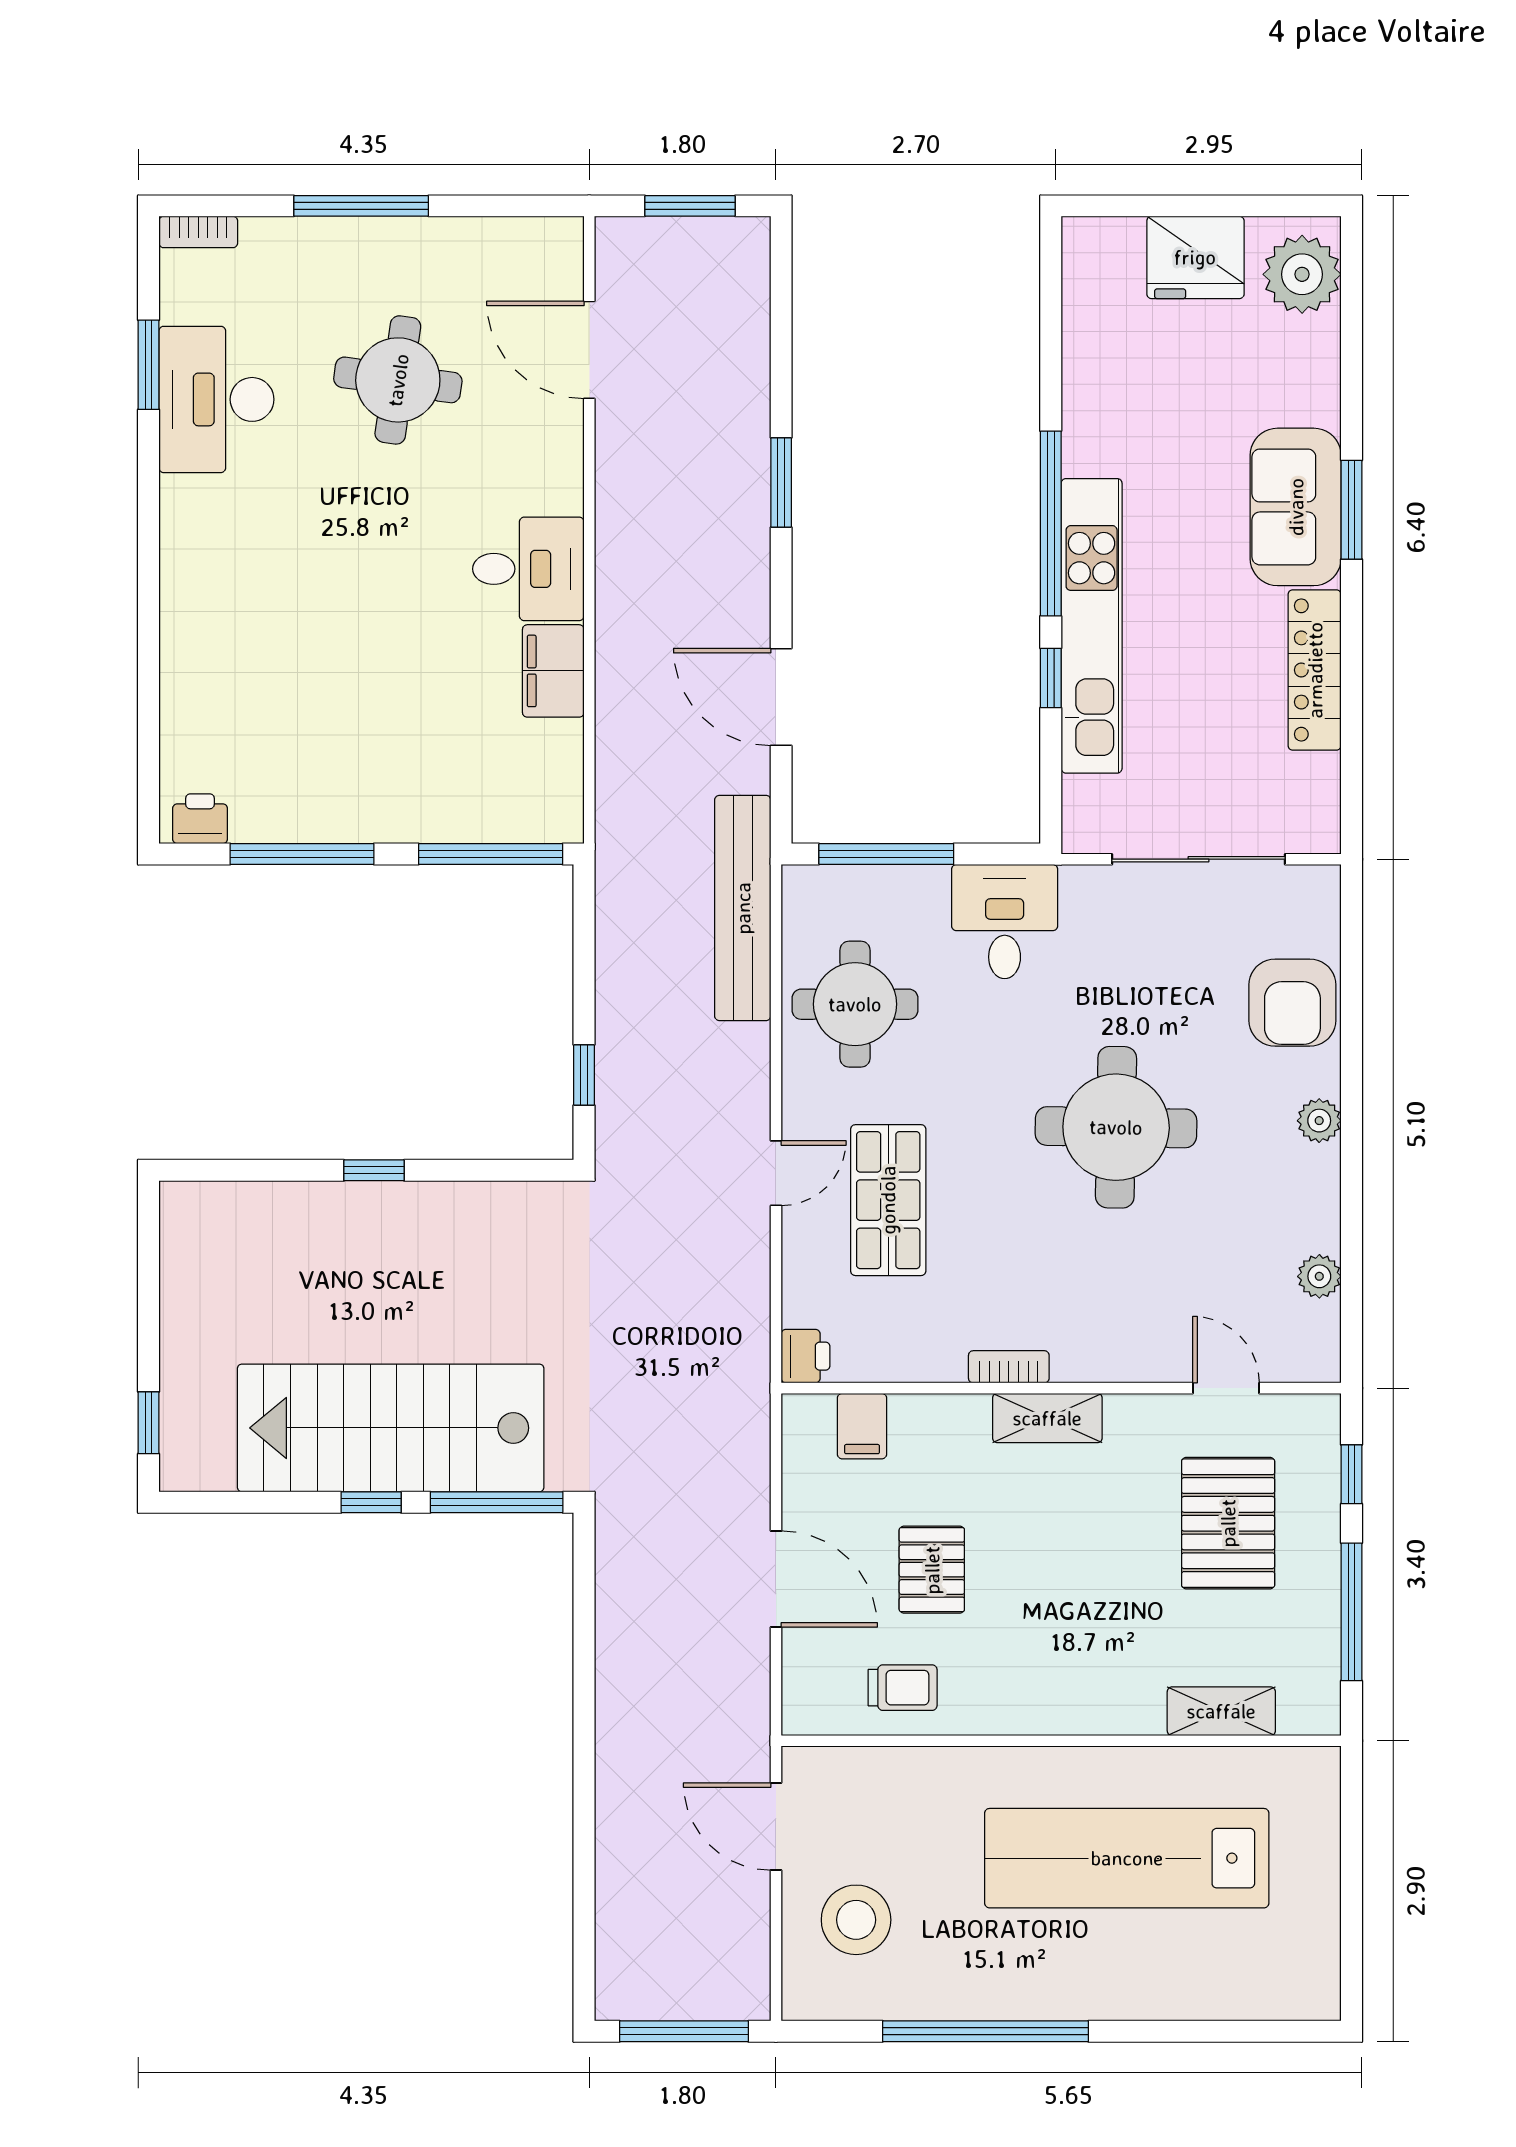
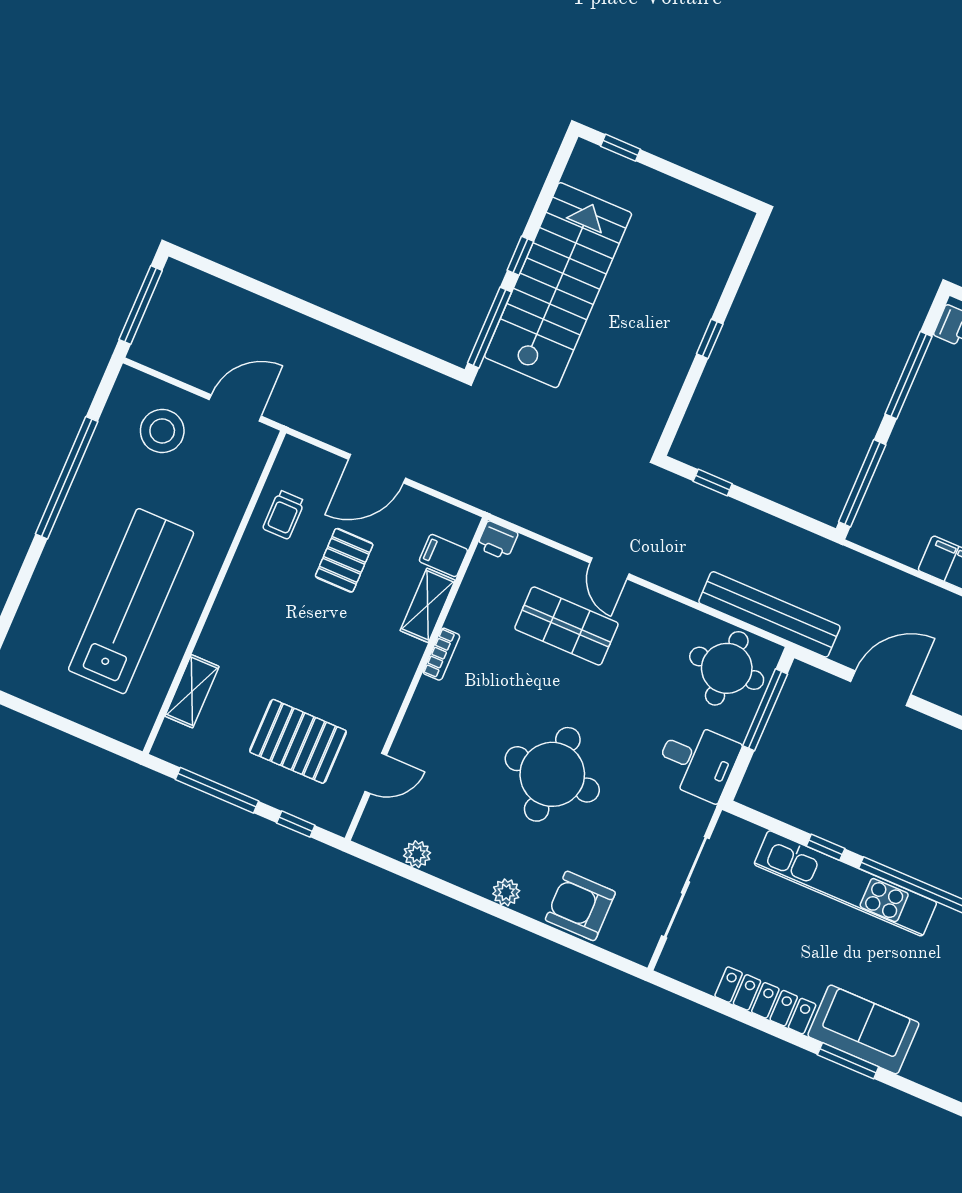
round table: (855, 1004) -> (727, 668), moved
shelving: (1047, 1418) -> (428, 605), moved
pallet: (932, 1570) -> (344, 560), turned 90

